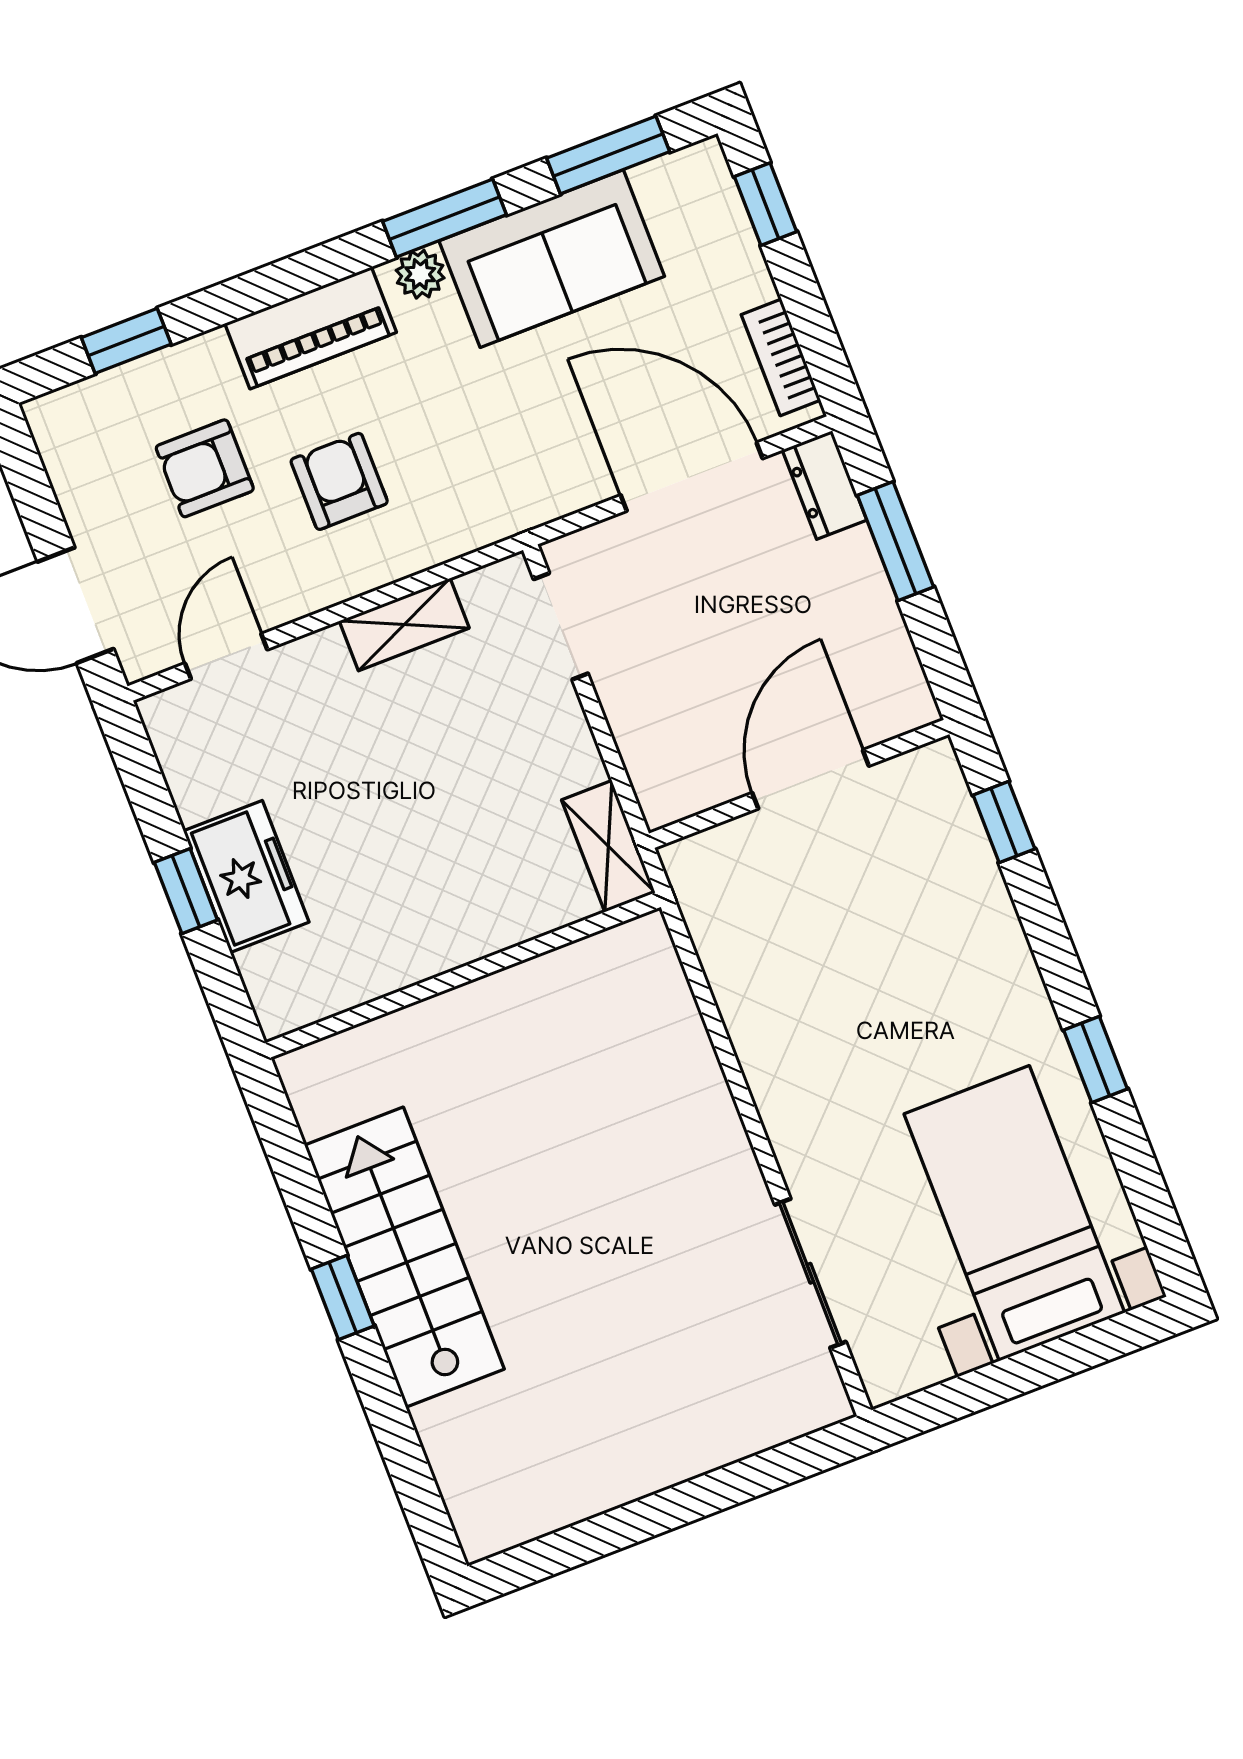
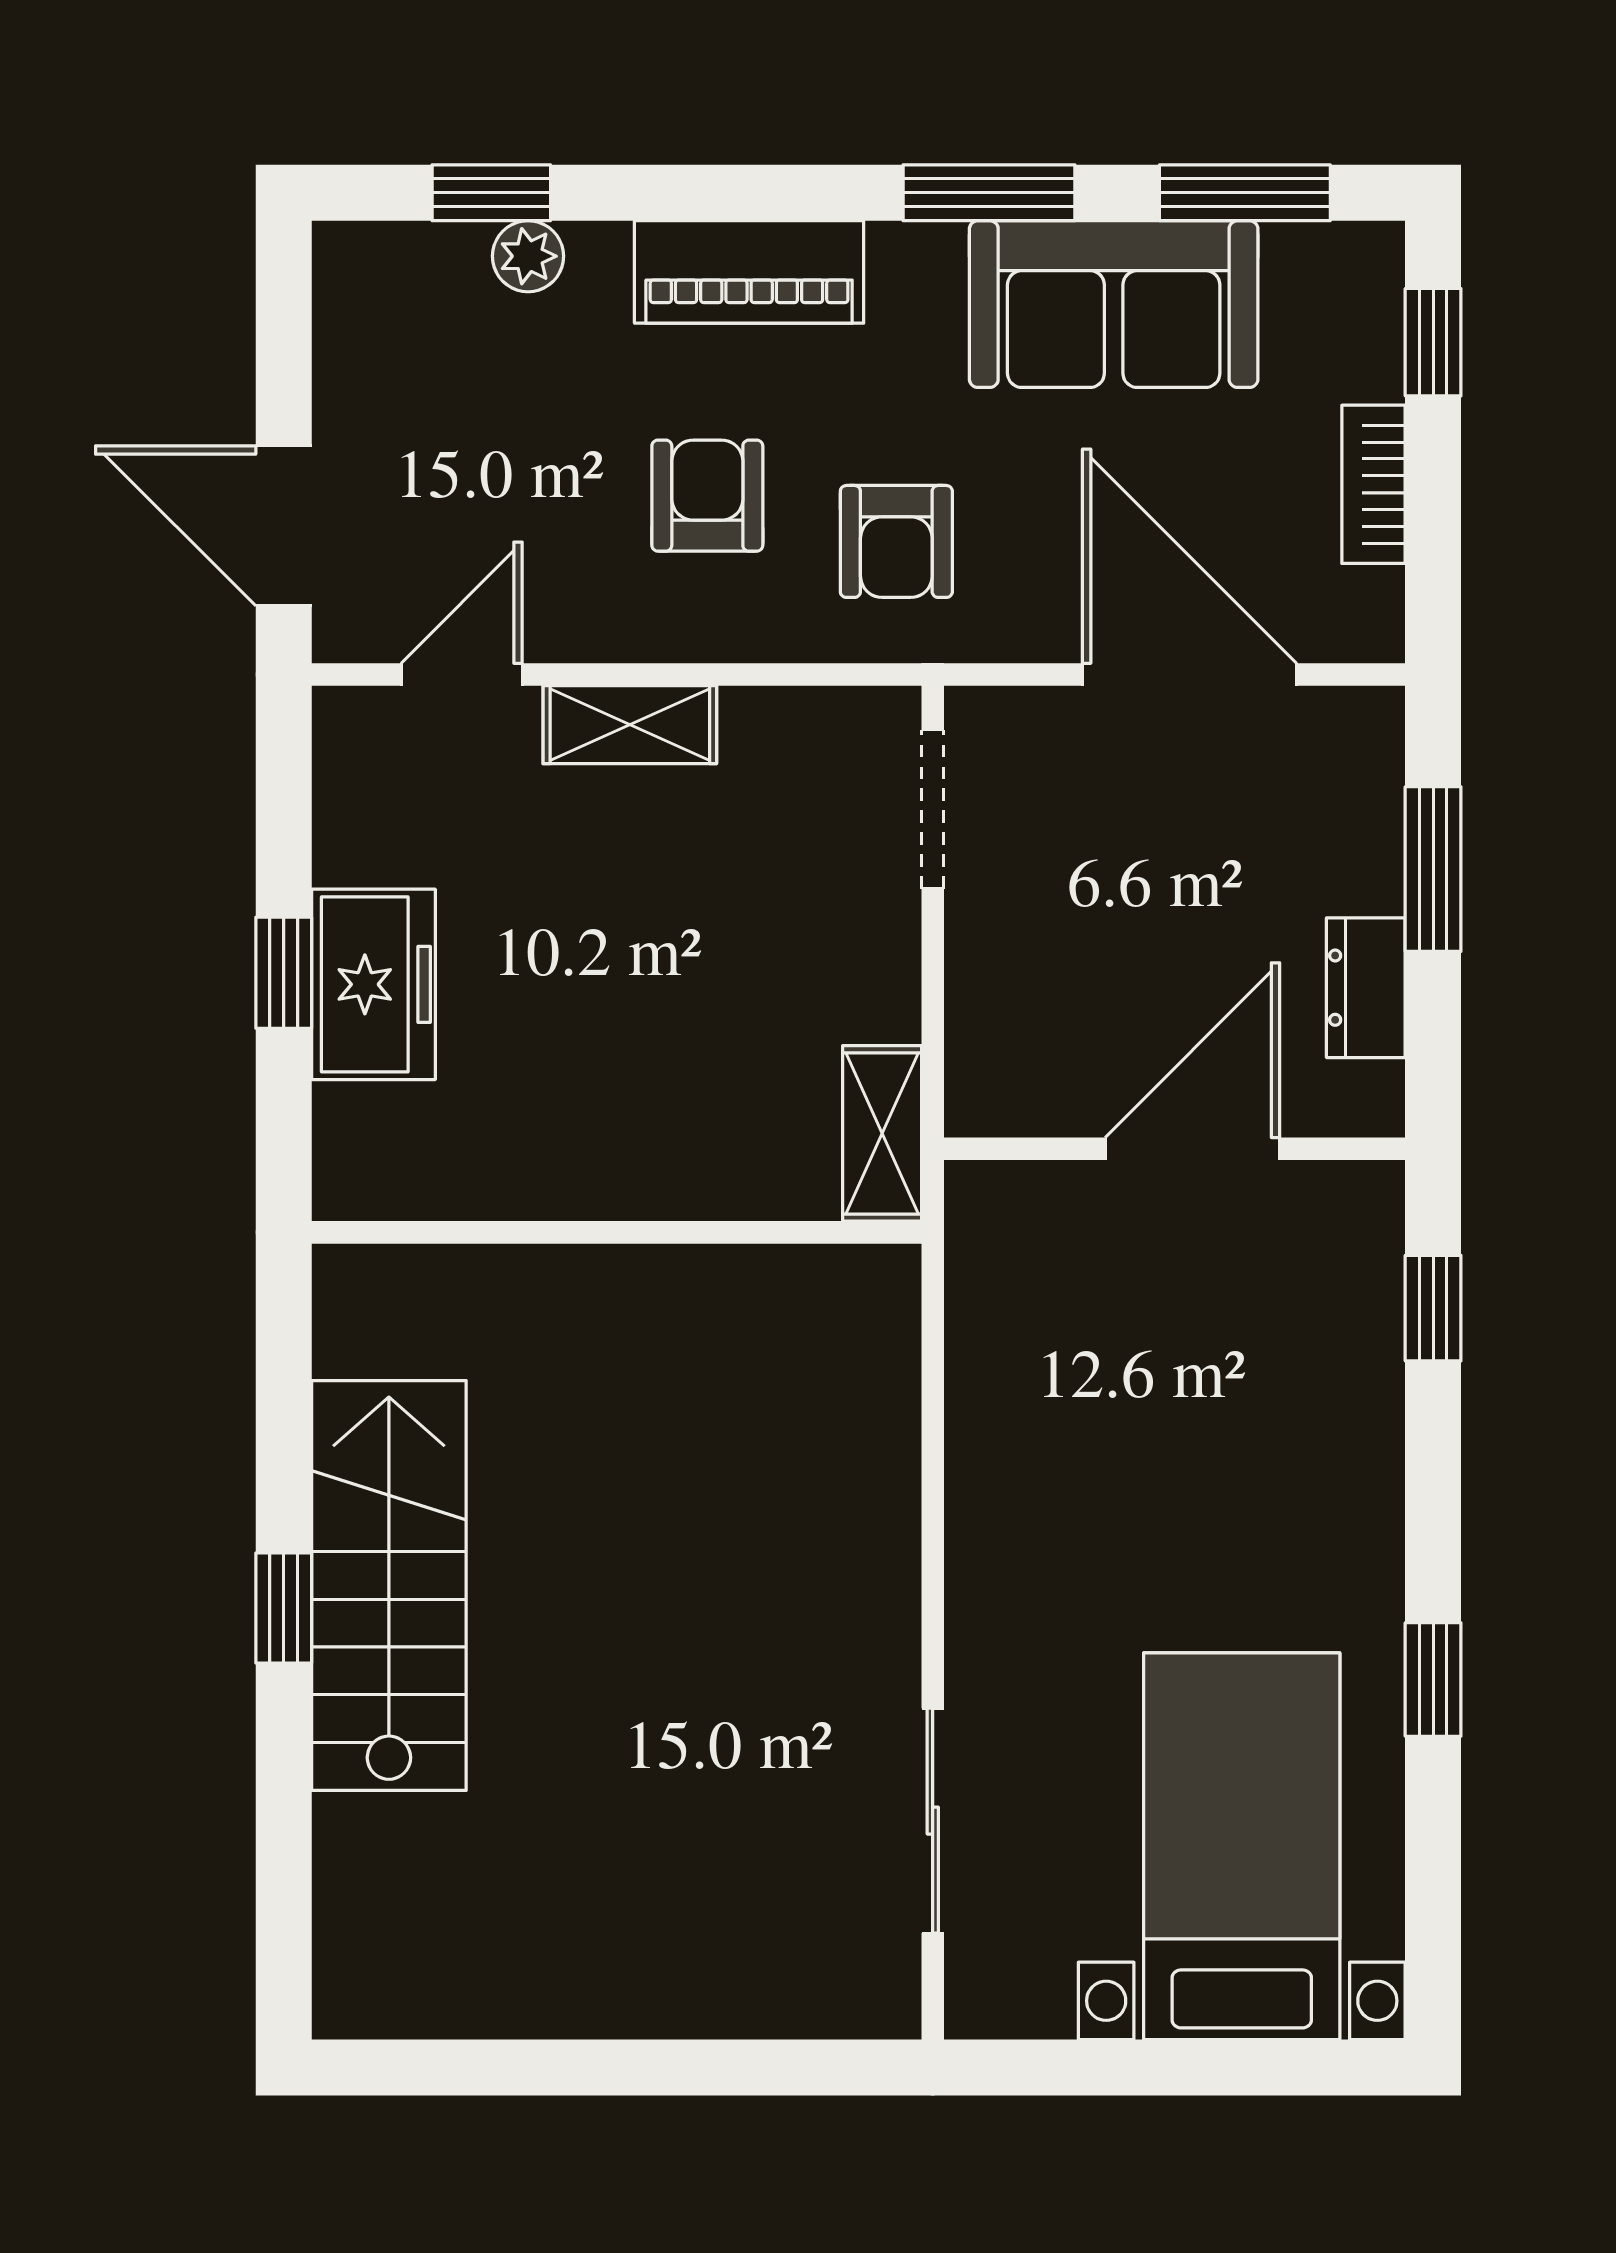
plant: (420, 274) -> (528, 256), moved
bookcase: (781, 357) -> (1373, 484), moved
armchair: (205, 468) -> (896, 541), moved, turned -90
dresser: (824, 485) -> (1366, 988), moved
shelving: (404, 625) -> (630, 725), moved

